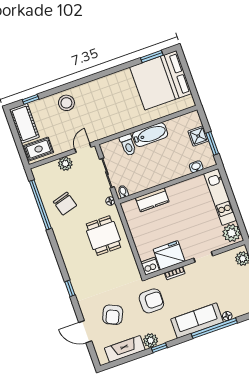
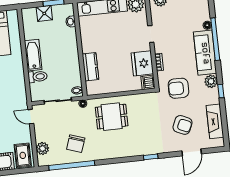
plant: (65, 164) -> (42, 148), moved
chair: (65, 204) -> (76, 144), turned 125
armchair: (151, 301) -> (178, 88), turned -90
plant: (151, 340) -> (211, 81), moved

